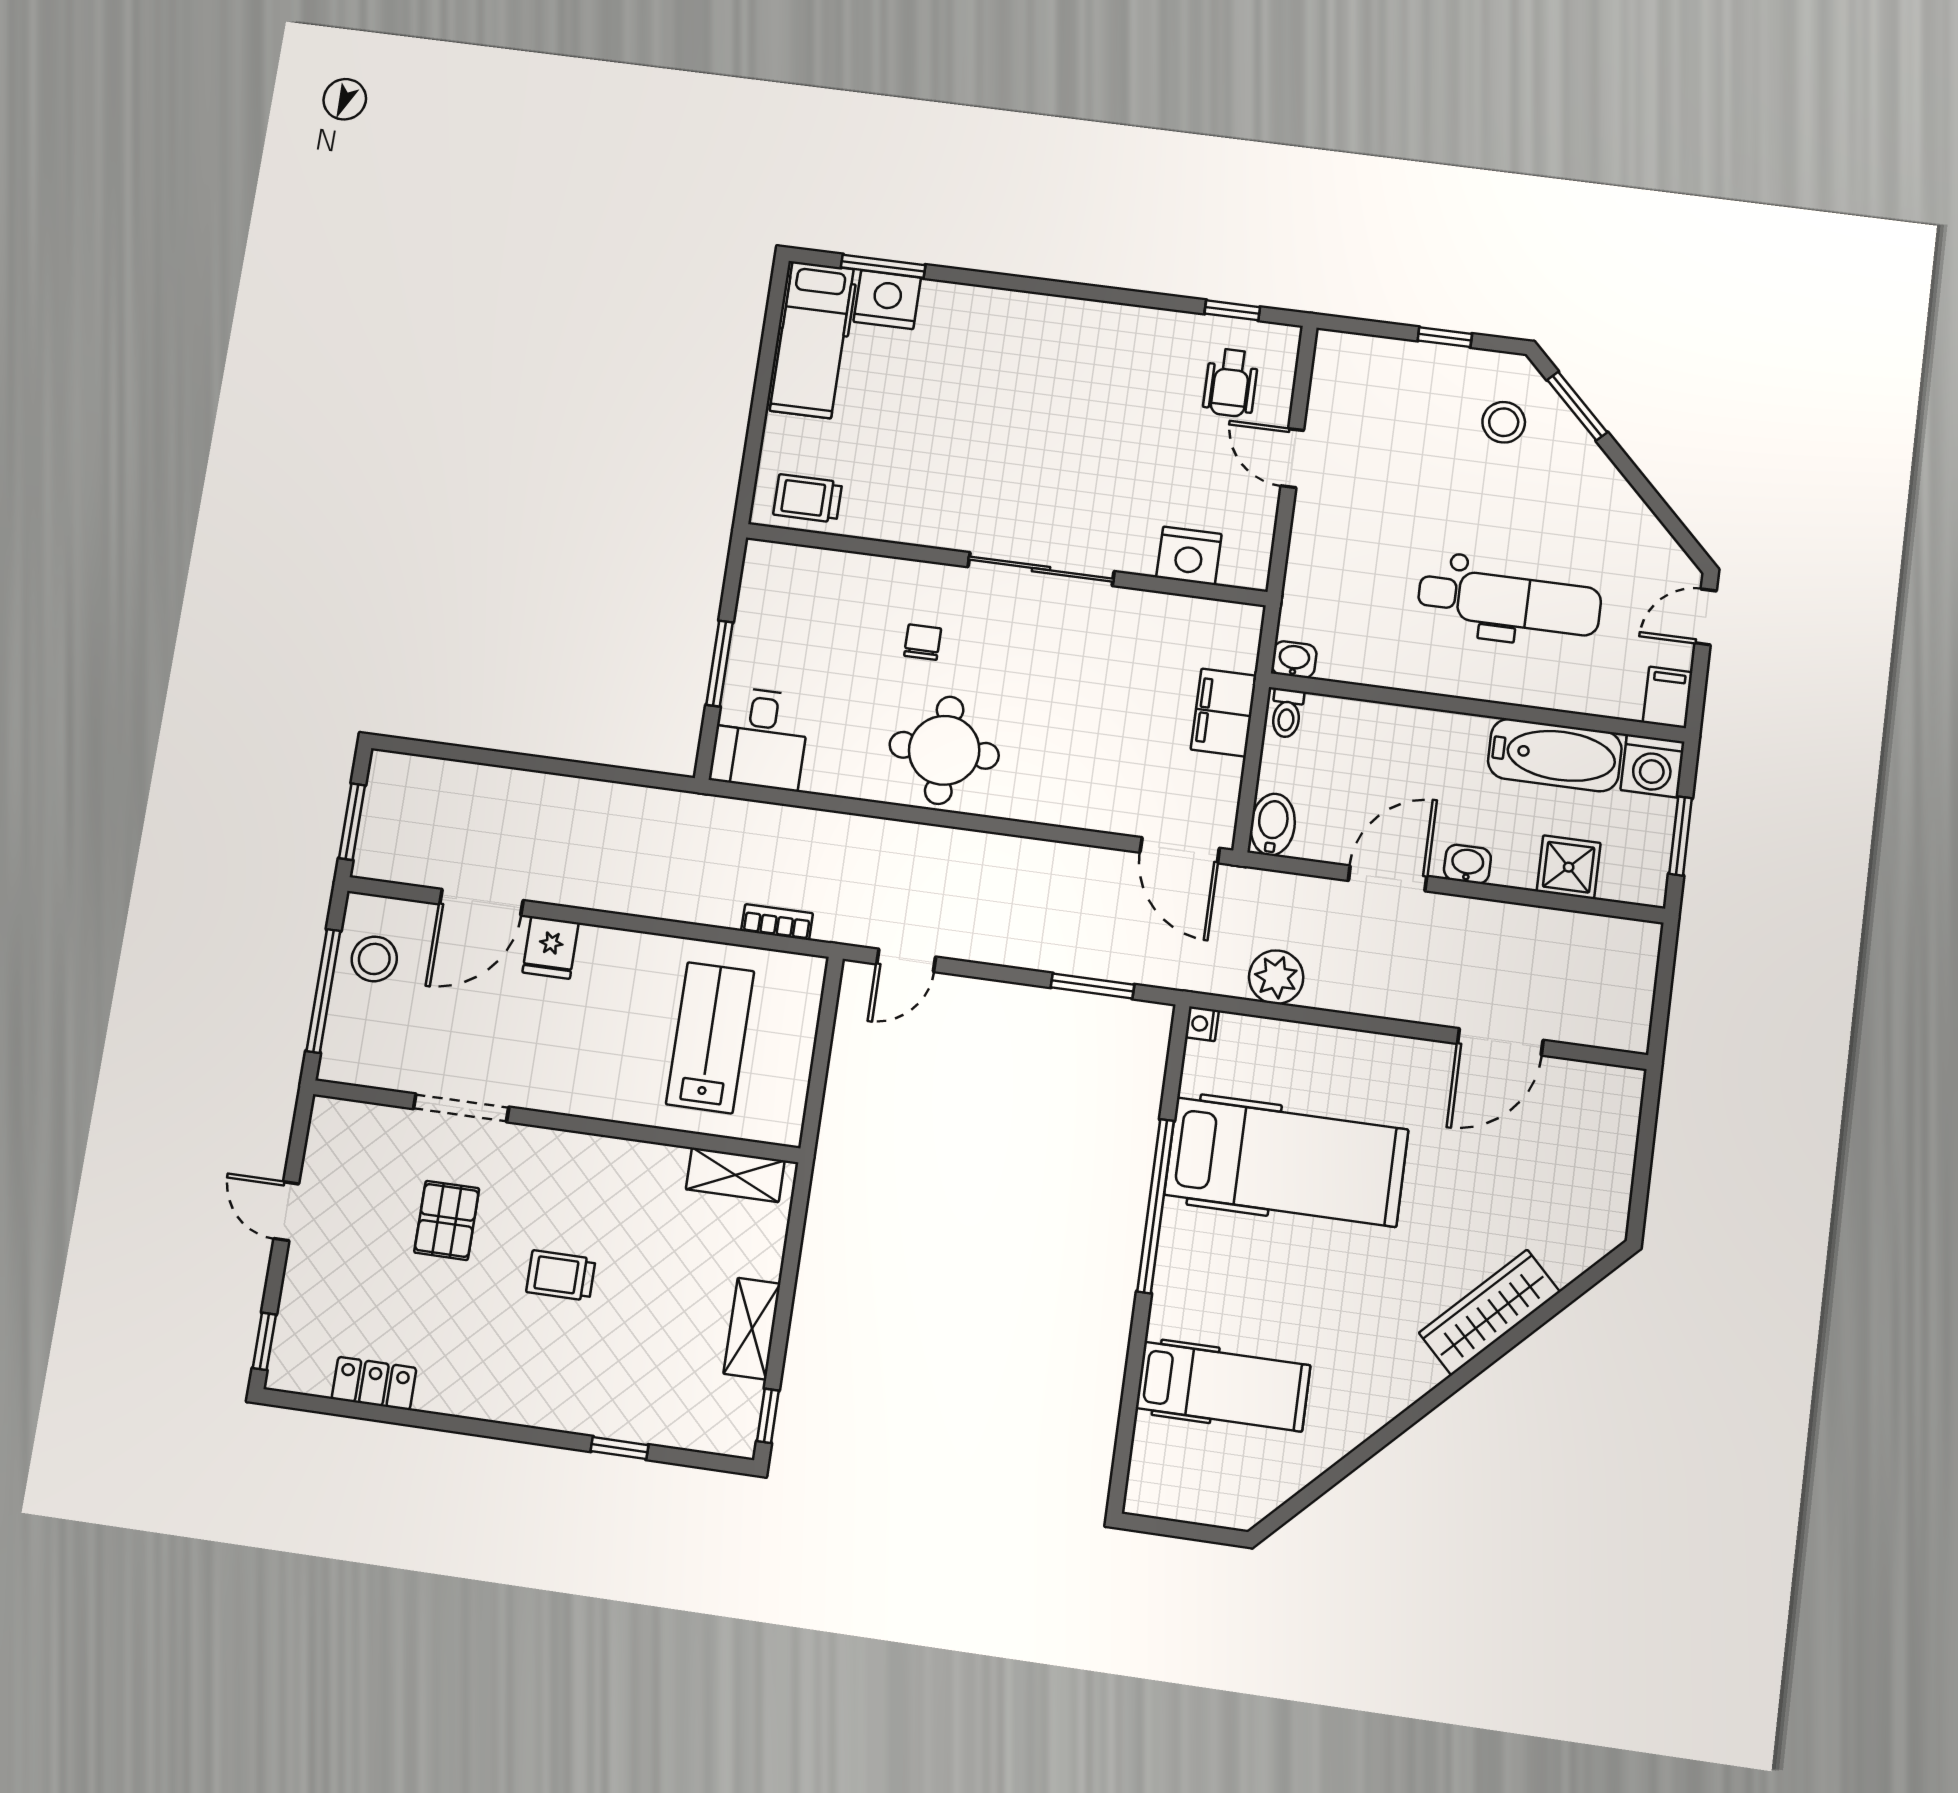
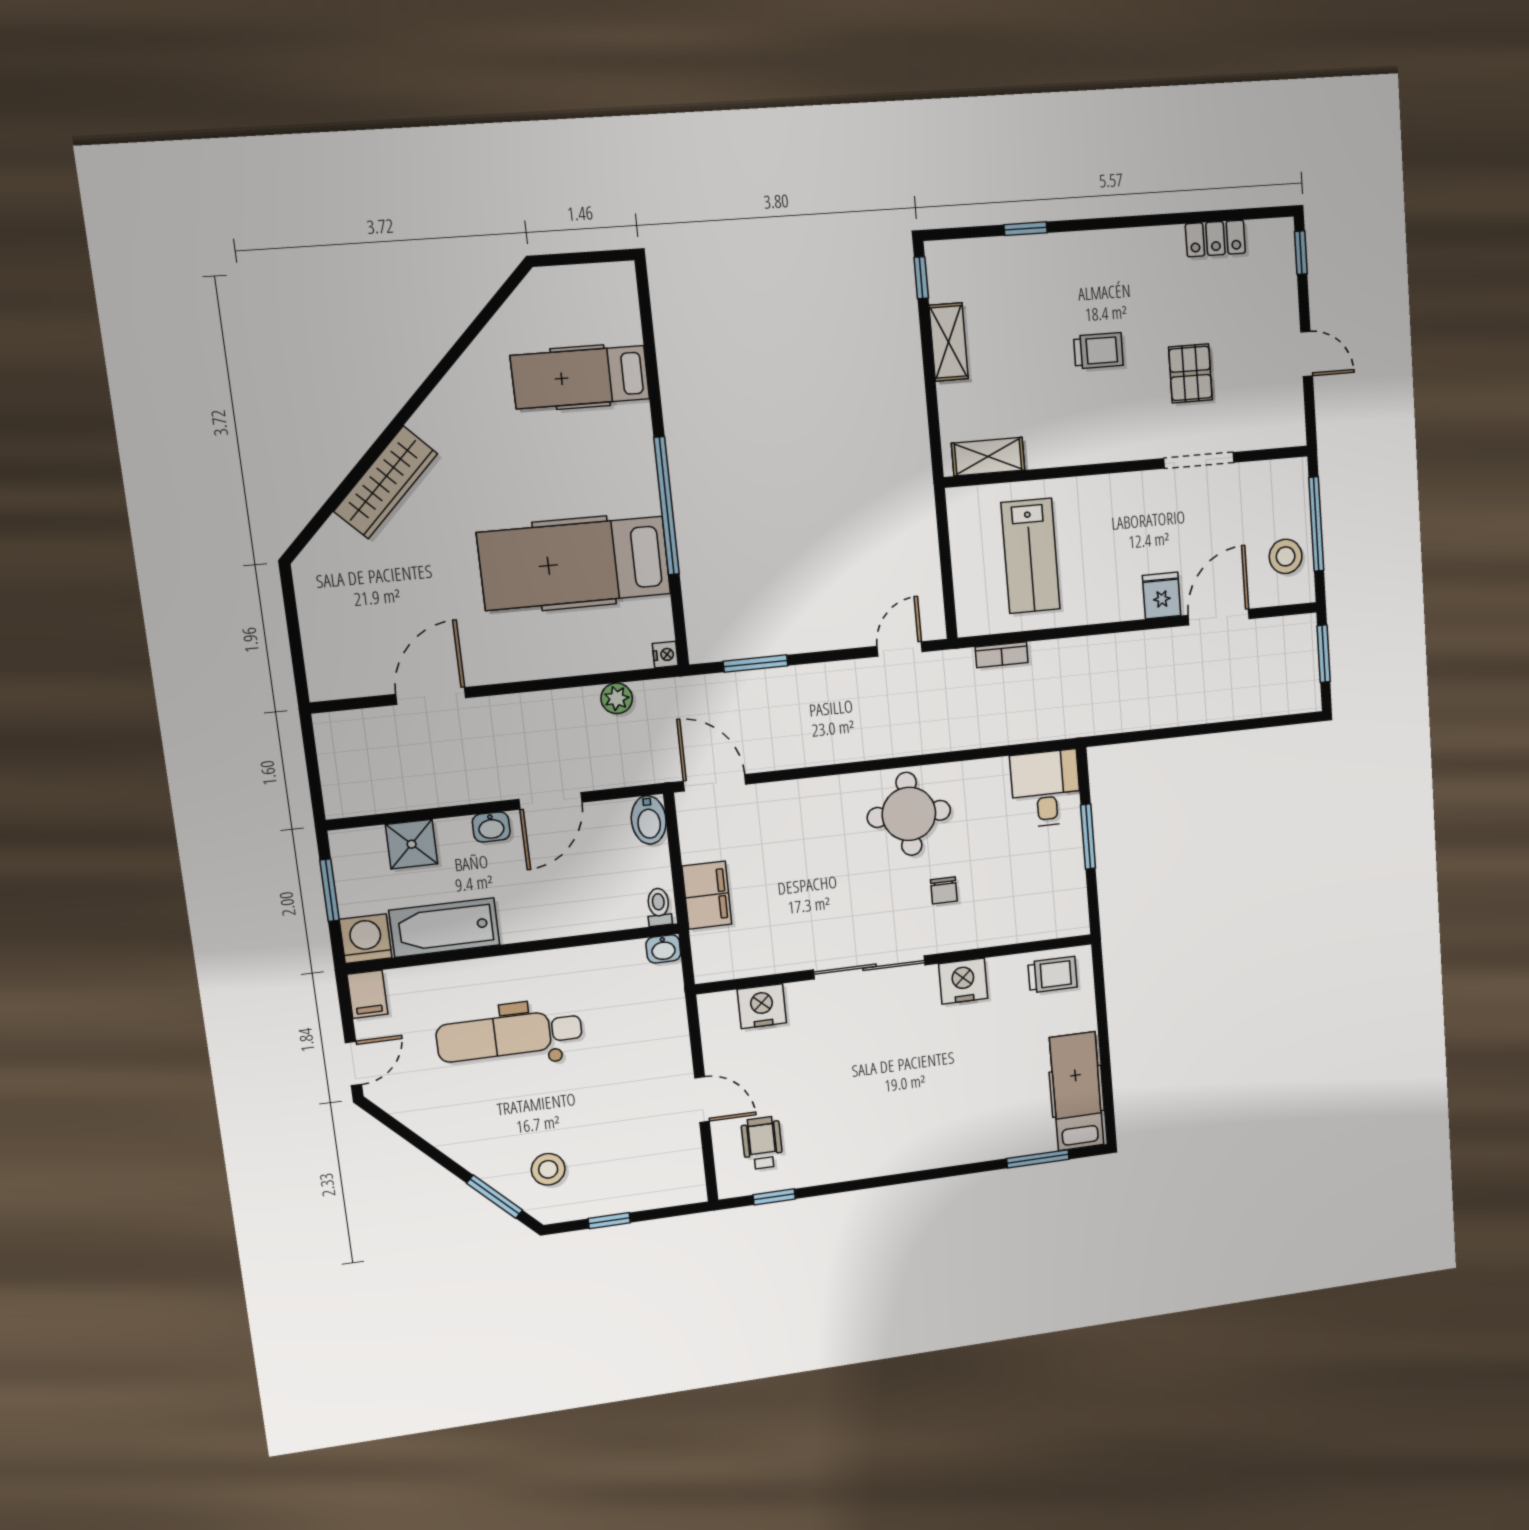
nightstand: (887, 300) -> (963, 981), moved, turned 180
plant: (1276, 977) -> (617, 698), width x0.73, depth x0.73

